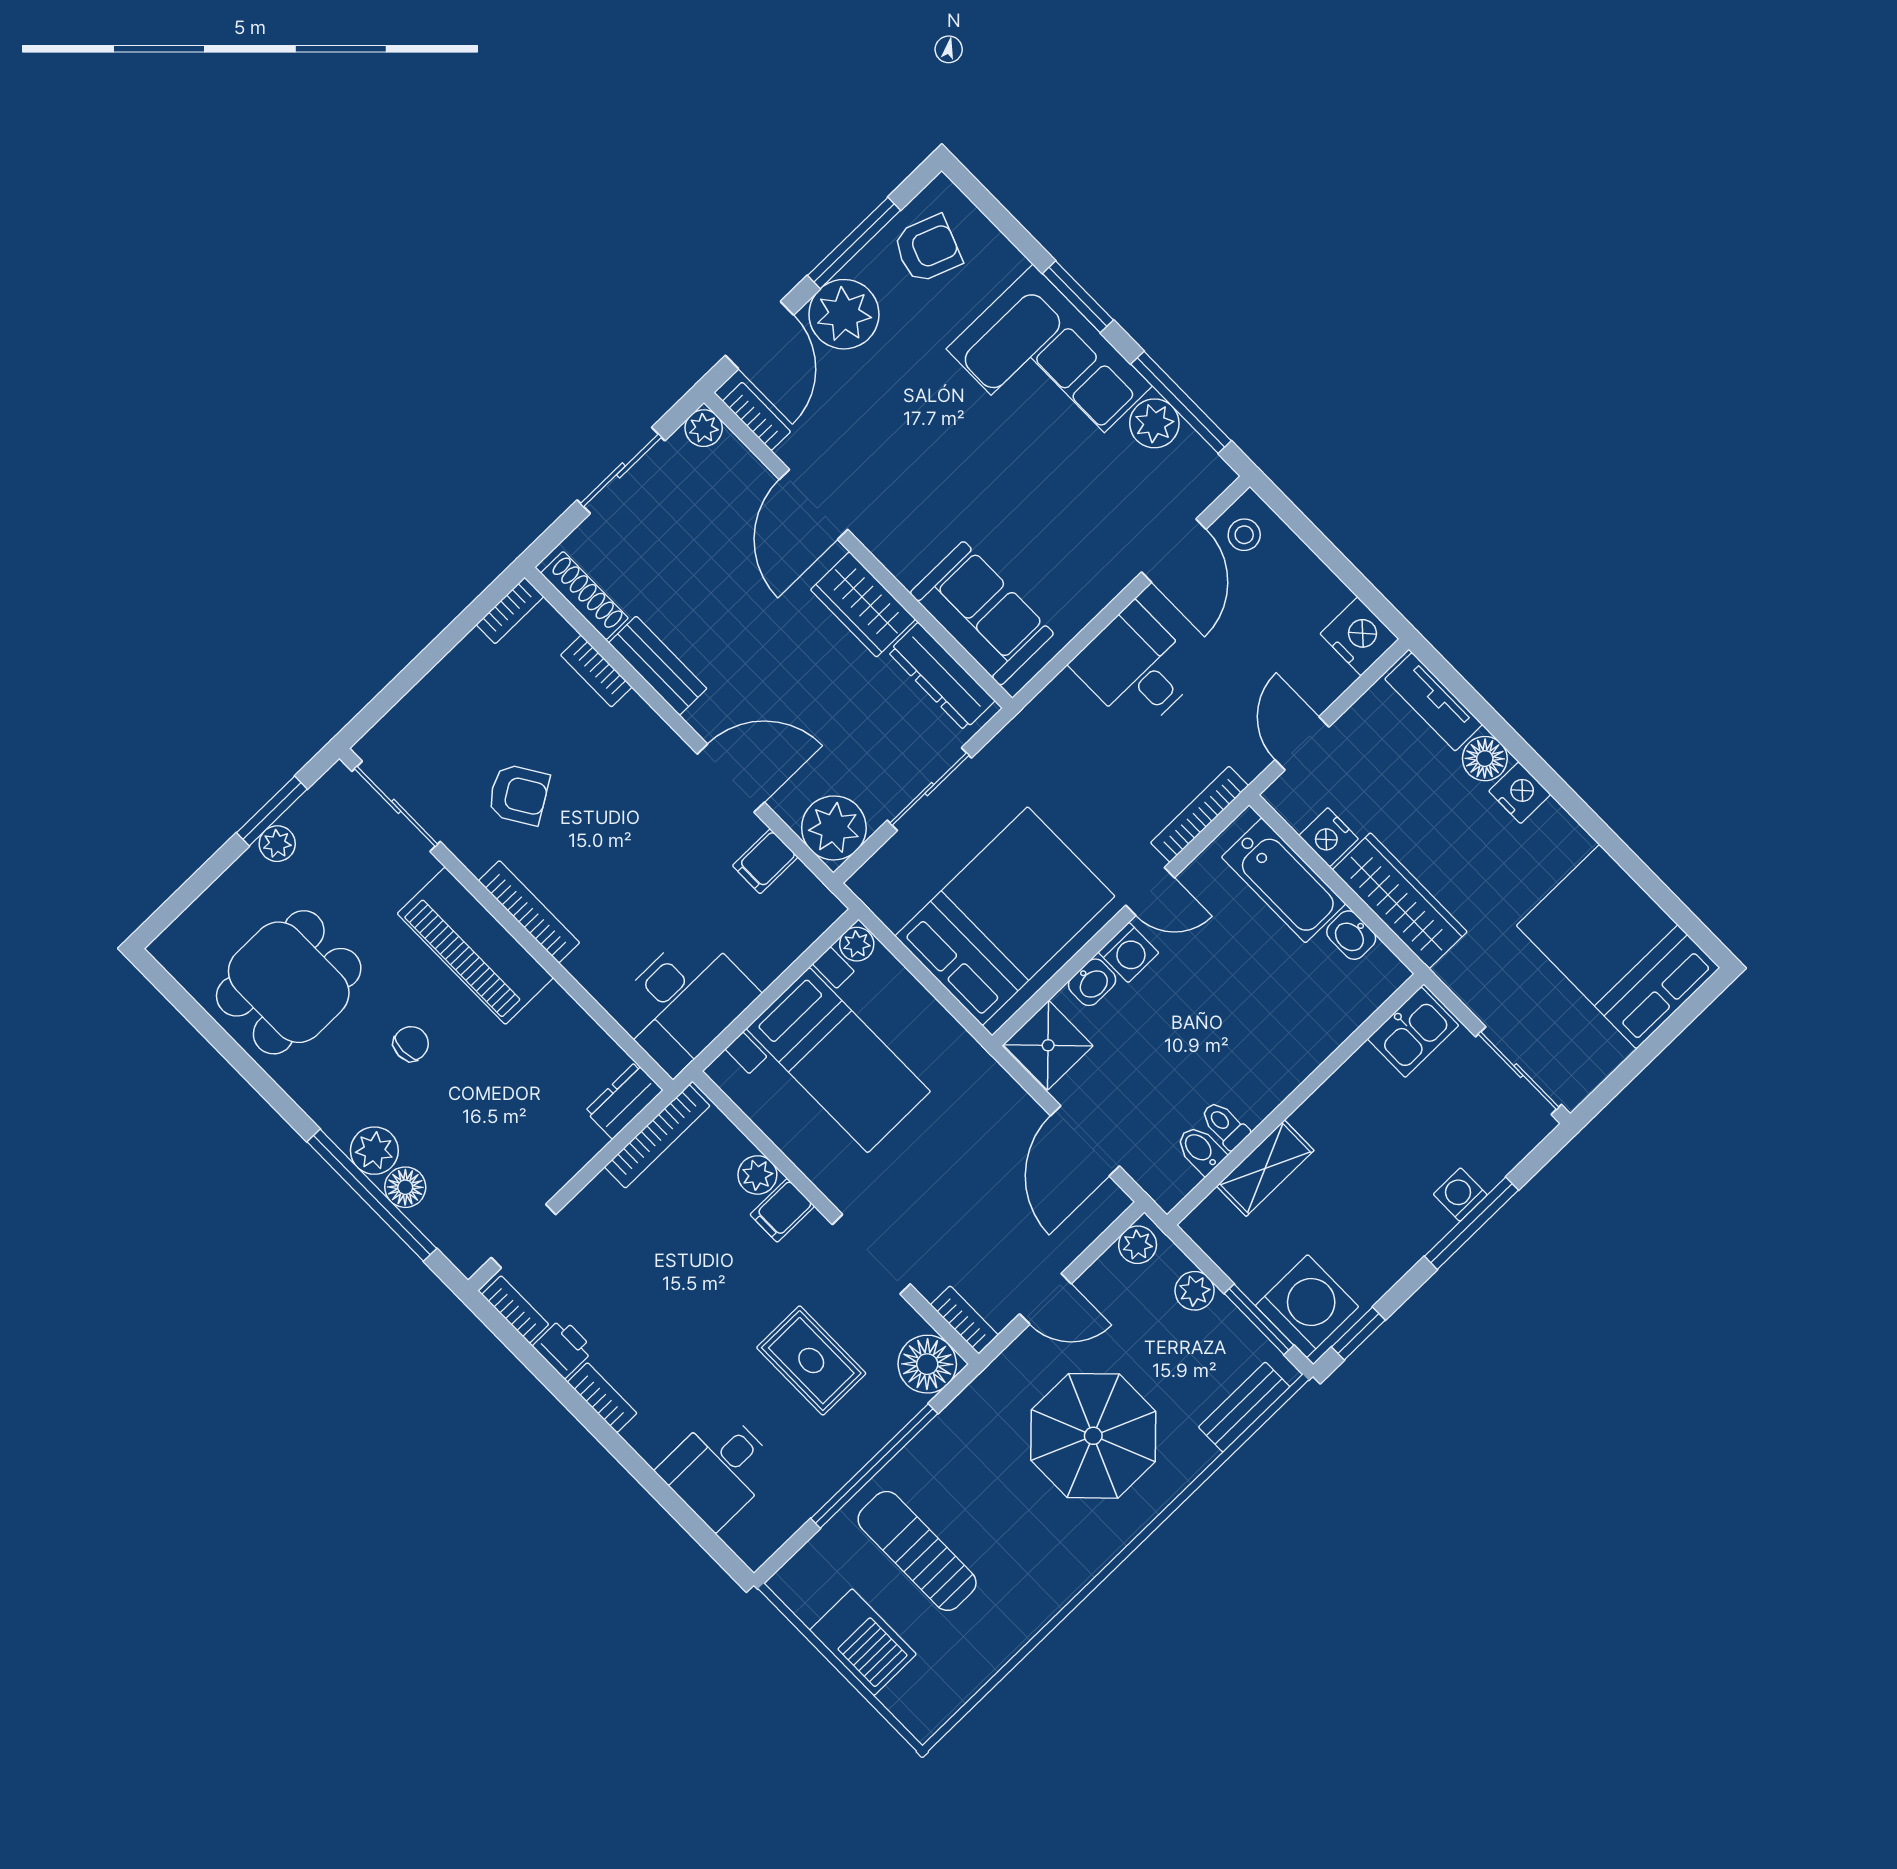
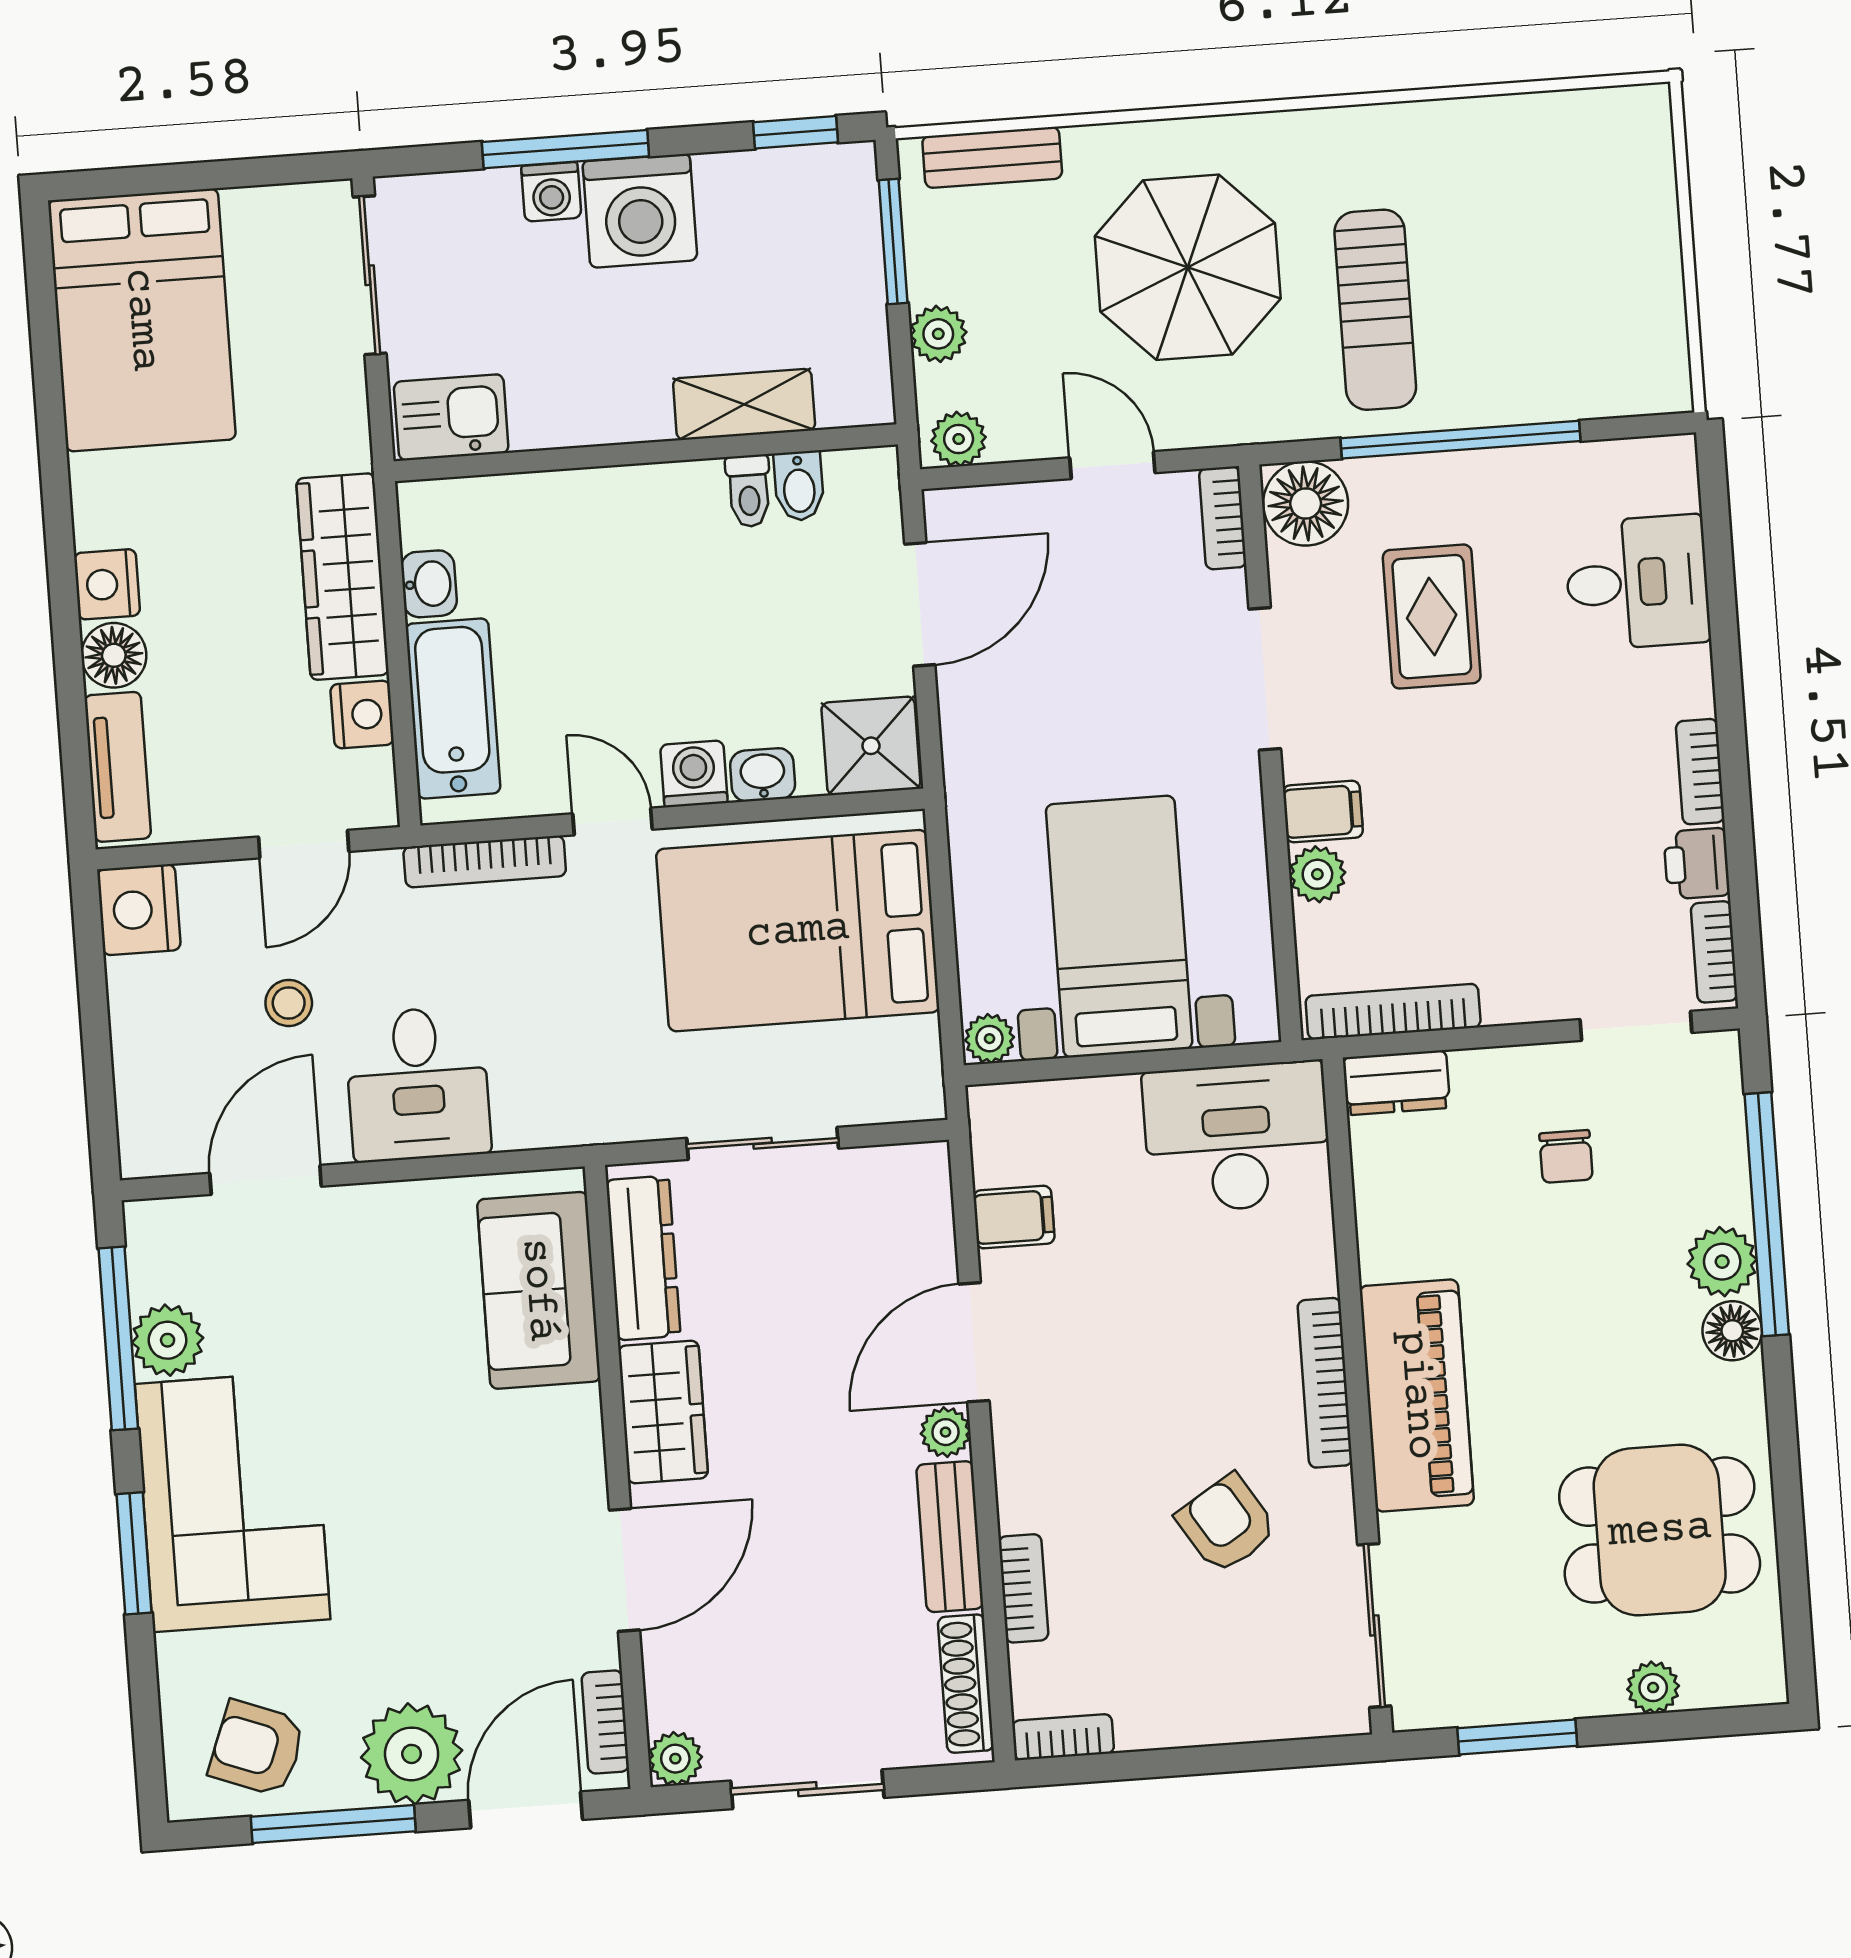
stool: (1244, 535) -> (289, 1003), moved
door: (731, 778) -> (974, 1342), hinge flipped
plant: (834, 828) -> (946, 1432), moved, width x0.53, depth x0.53
plant: (277, 844) -> (1653, 1688), moved
chair: (411, 1044) -> (1566, 1156), moved, turned -90
floor lamp: (405, 1187) -> (1732, 1331), moved
washing machine: (1307, 1306) -> (640, 211), moved, turned -90
sun lounger: (917, 1551) -> (1375, 310), moved
barbecue: (863, 1642) -> (1639, 253), removed

